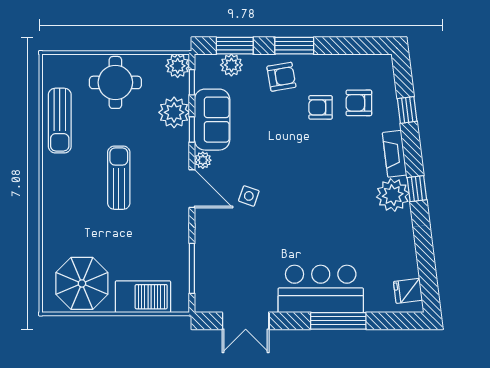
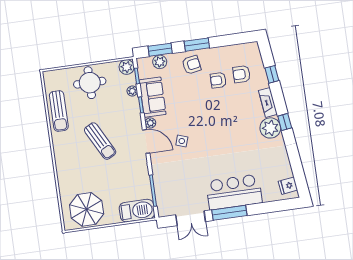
plant: (174, 112) -> (132, 91), width x0.53, depth x0.53
sun lounger: (119, 178) -> (100, 141), turned 152
barbecue: (143, 297) -> (137, 211), moved
window: (338, 321) -> (229, 213), moved

